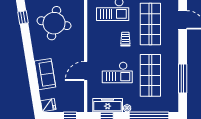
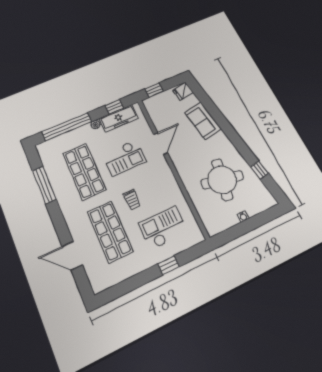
checkout: (117, 72) -> (124, 158), turned 180

